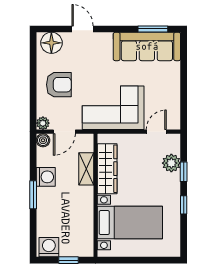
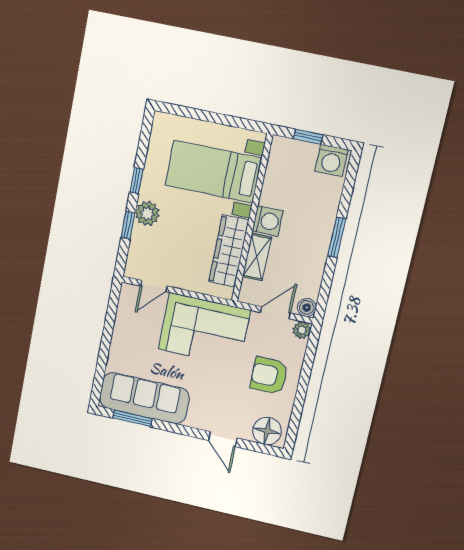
plant: (171, 163) -> (147, 213), moved
washing machine: (46, 177) -> (268, 221), moved, turned 180

